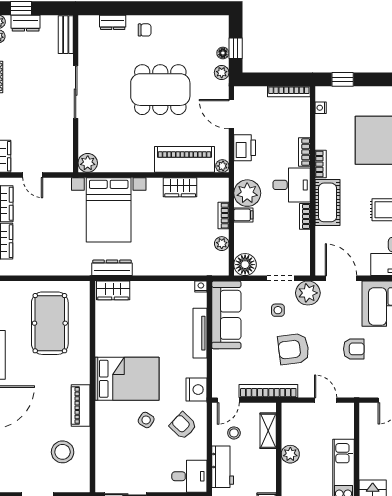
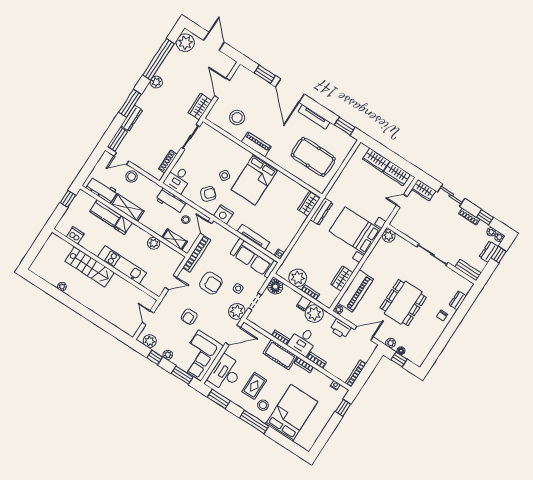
plant: (222, 244) -> (298, 278), width x1.87, depth x1.87
armchair: (293, 349) -> (211, 283), turned 97

